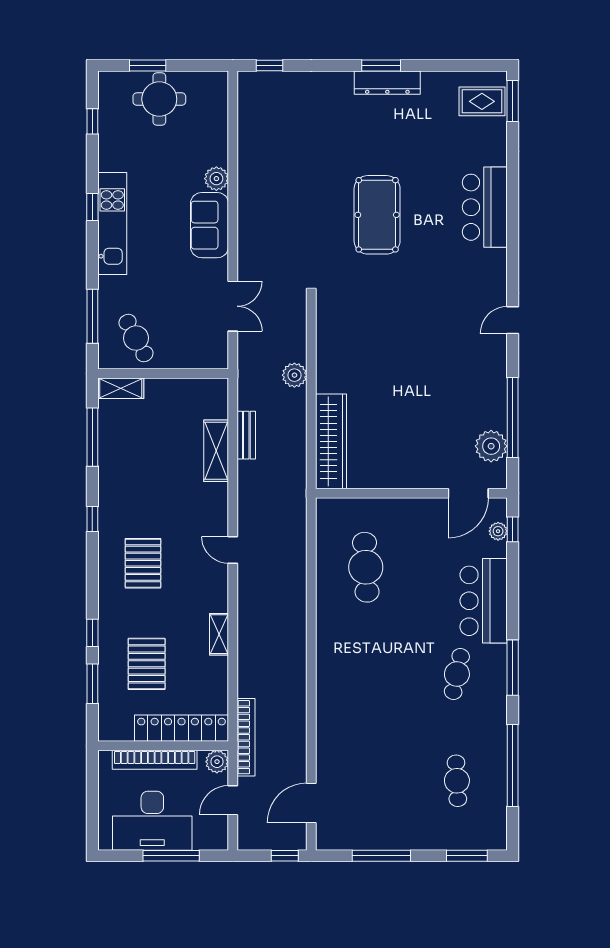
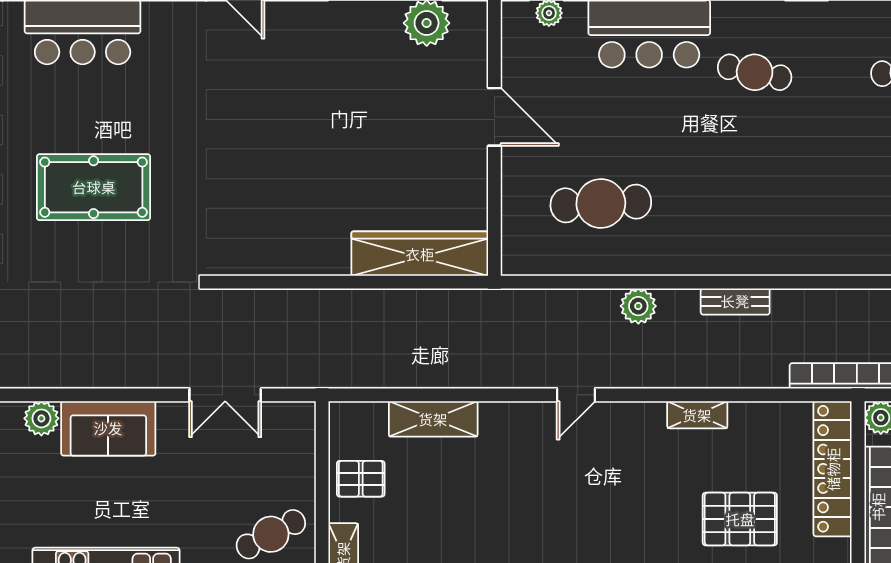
double door: (233, 306) -> (225, 395), swing flipped
plant: (294, 375) -> (638, 306), moved
bench: (246, 435) -> (735, 301), moved
door: (468, 493) -> (494, 117), moved
pallet: (143, 563) -> (361, 479), moved, width x0.67, depth x0.71

